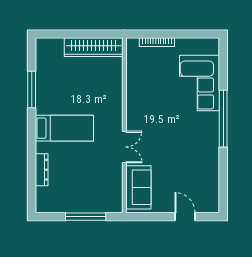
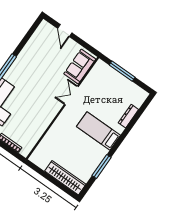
wardrobe: (94, 47) -> (65, 178), moved

